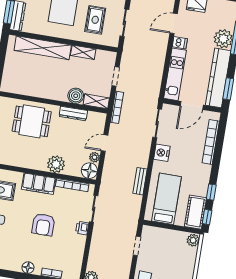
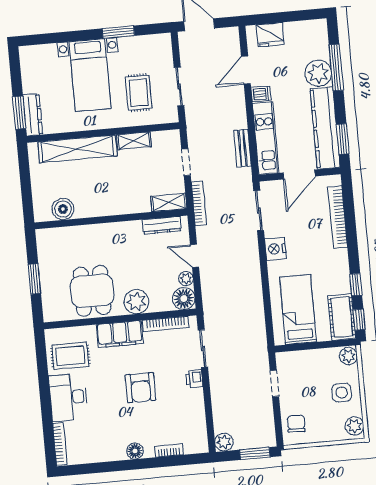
boiler: (76, 96) -> (63, 209), moved
dresser: (73, 114) -> (162, 225), moved
dining table: (32, 121) -> (92, 291), moved, turned 90
door: (104, 143) -> (194, 256), hinge flipped
bench: (140, 181) -> (243, 148), moved
side table: (182, 264) -> (342, 392), added

